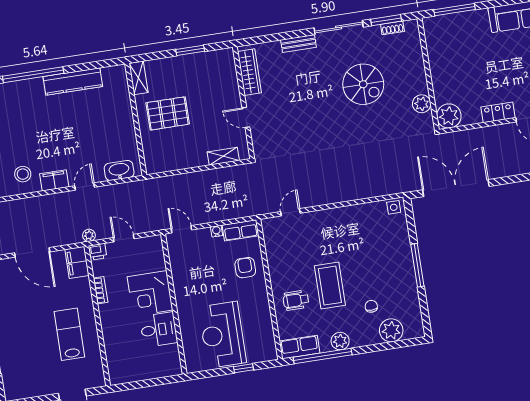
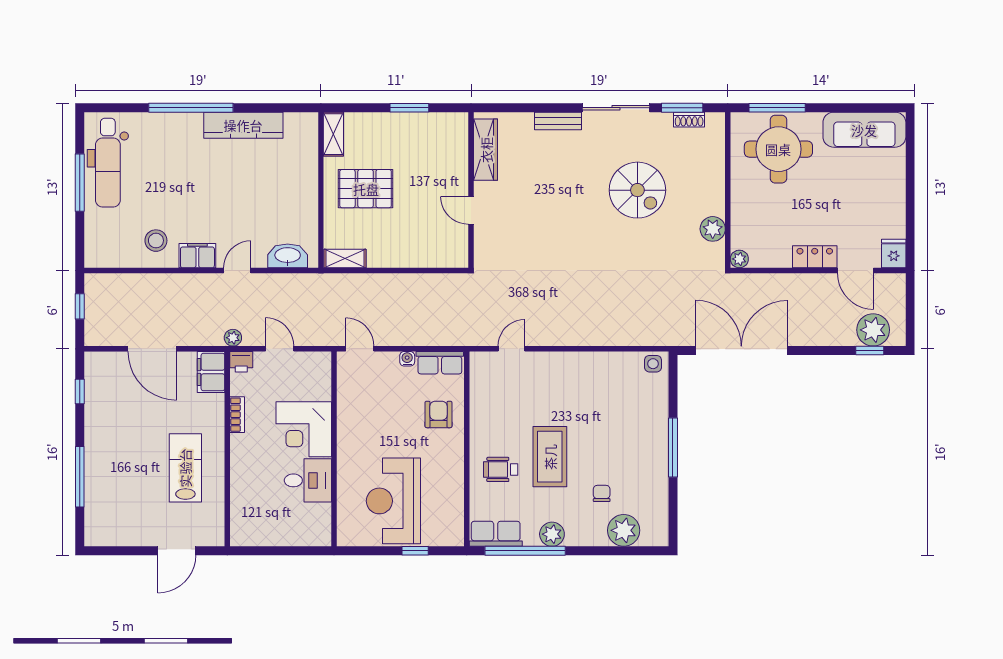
round table: (460, 39) -> (778, 149), added
plant: (449, 116) -> (739, 259), width x0.53, depth x0.53
shelving: (223, 156) -> (345, 258), moved

